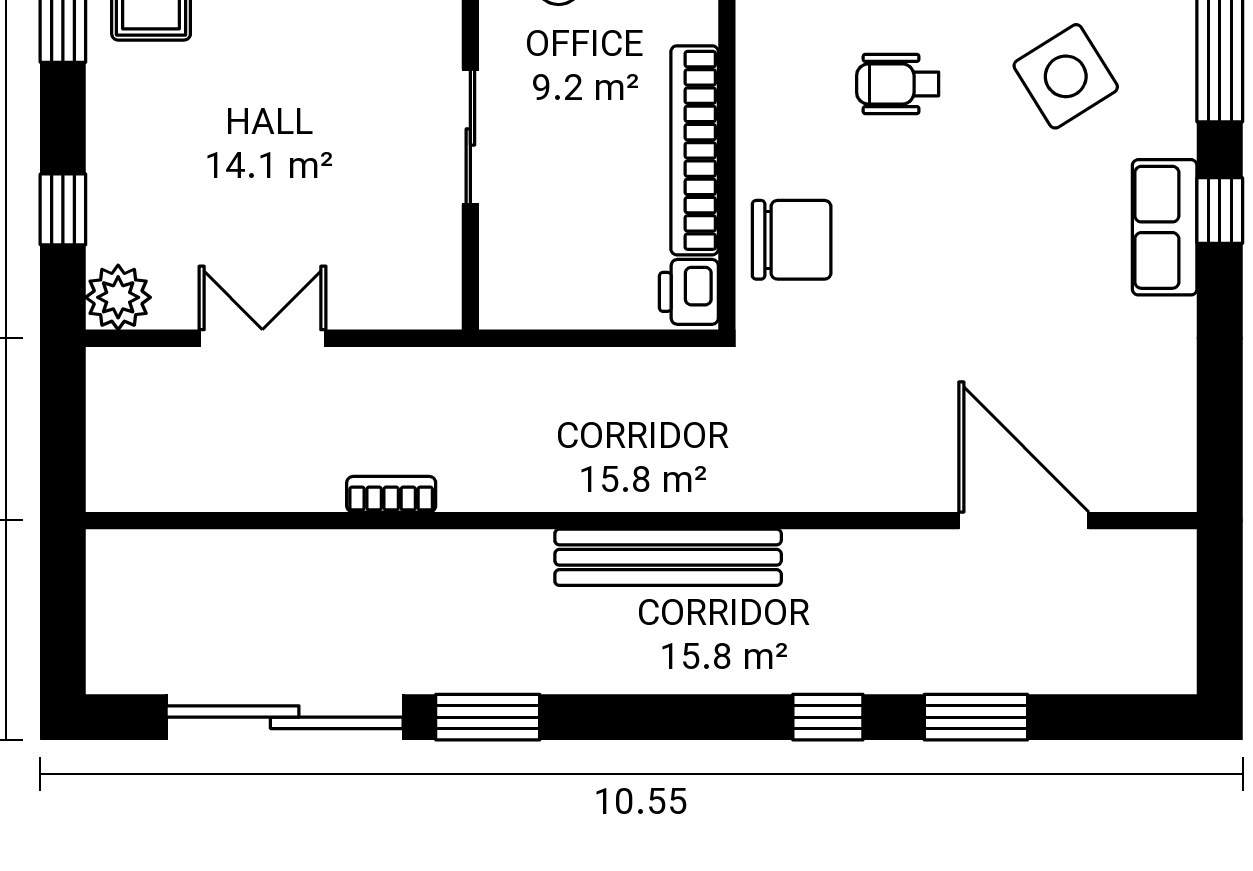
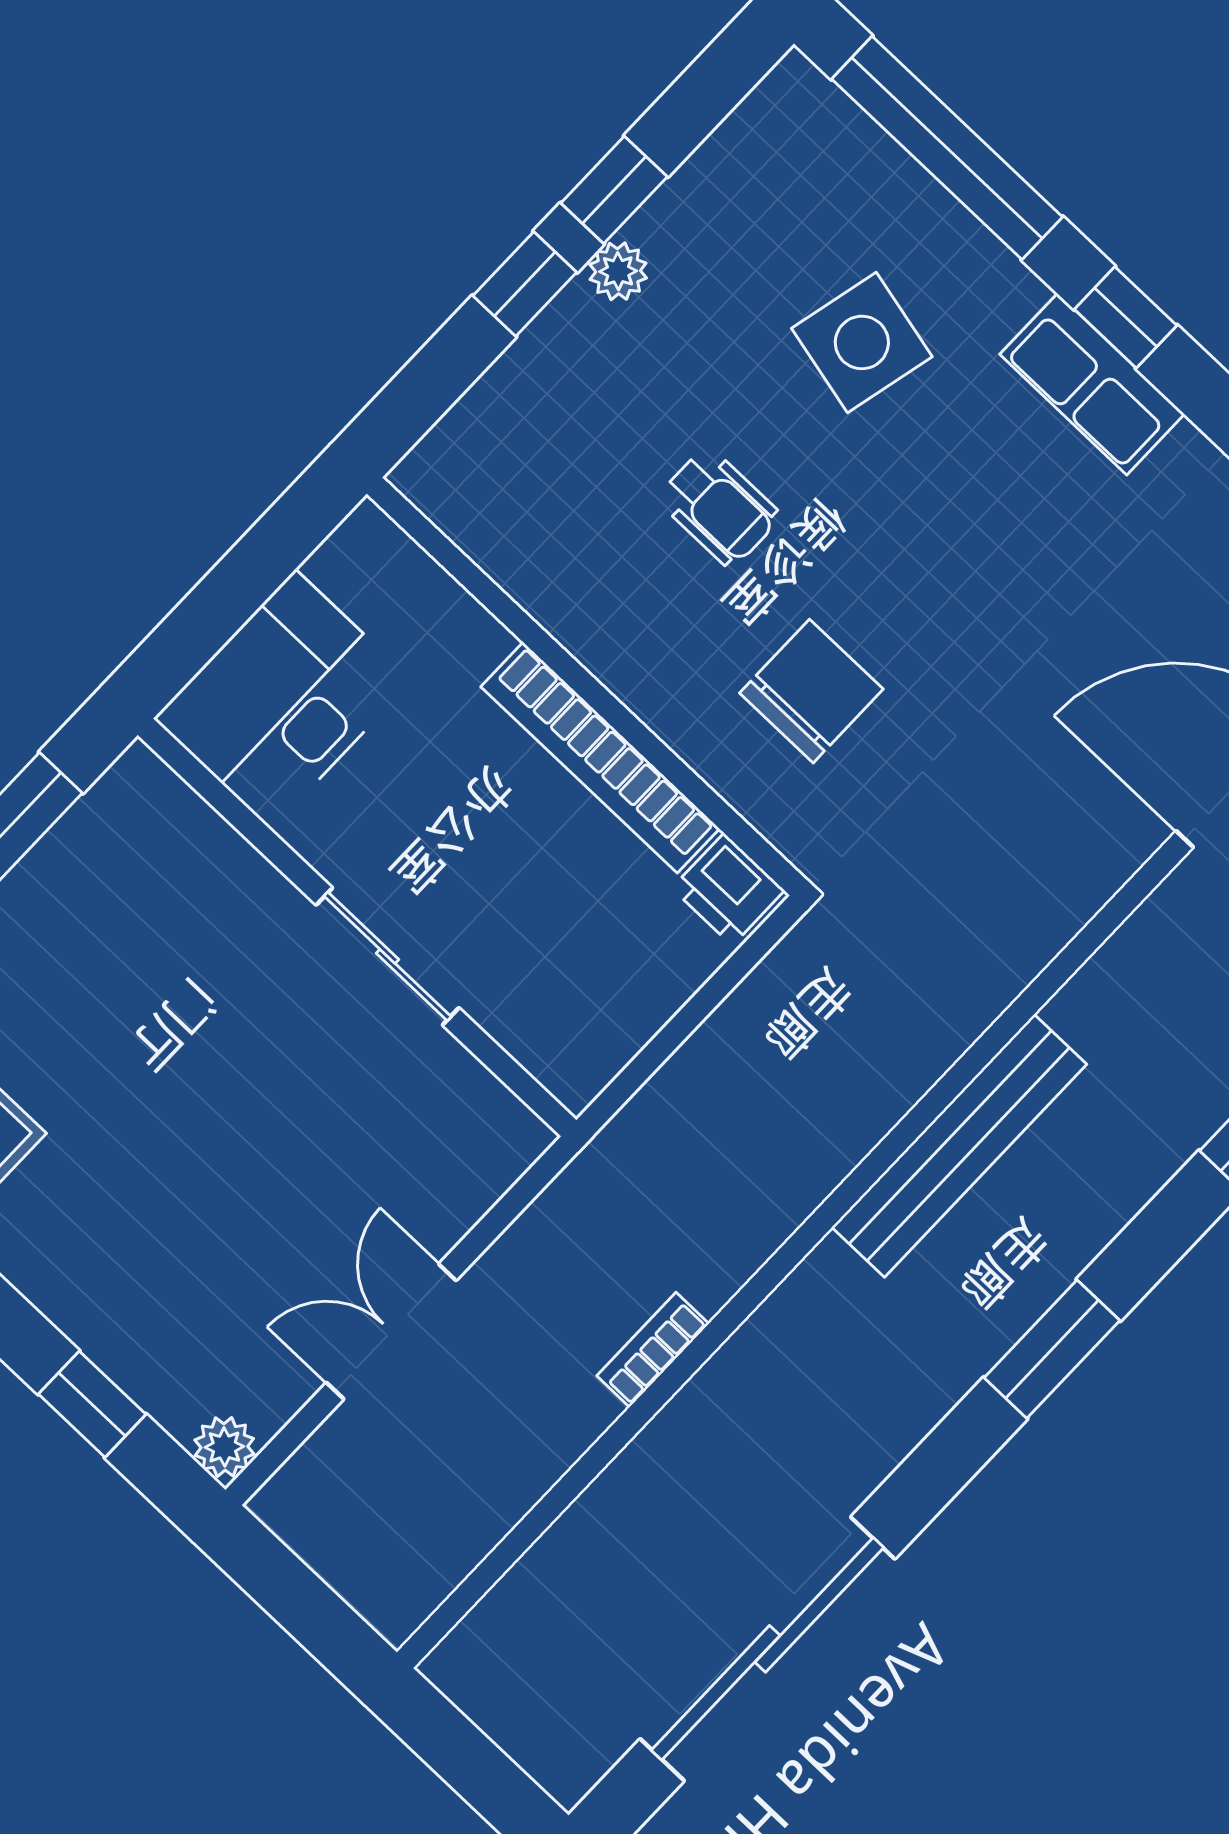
side table: (1066, 76) -> (862, 342), turned 45
wheelchair: (898, 84) -> (719, 507), turned -90
chair: (792, 240) -> (811, 691), moved
plant: (118, 297) -> (224, 1447), width x0.73, depth x0.73
window: (488, 717) -> (1052, 1349), moved

